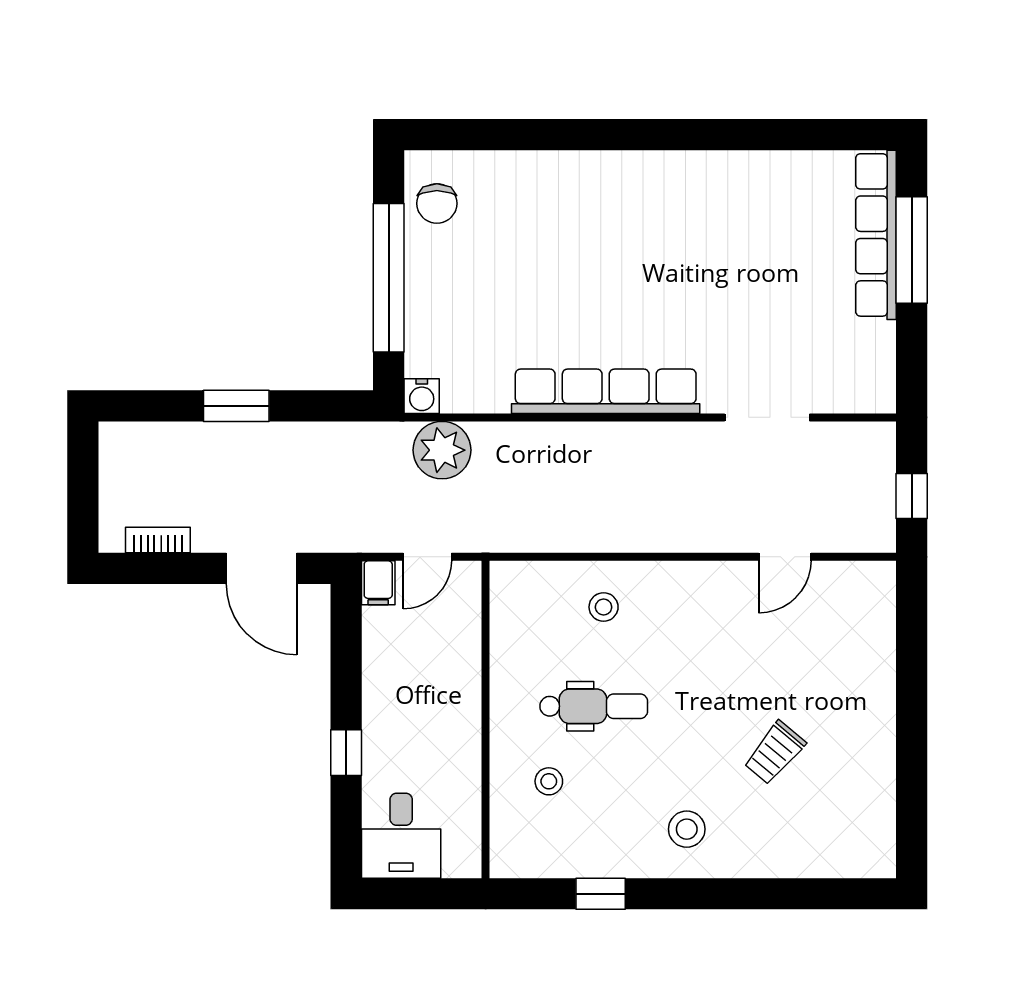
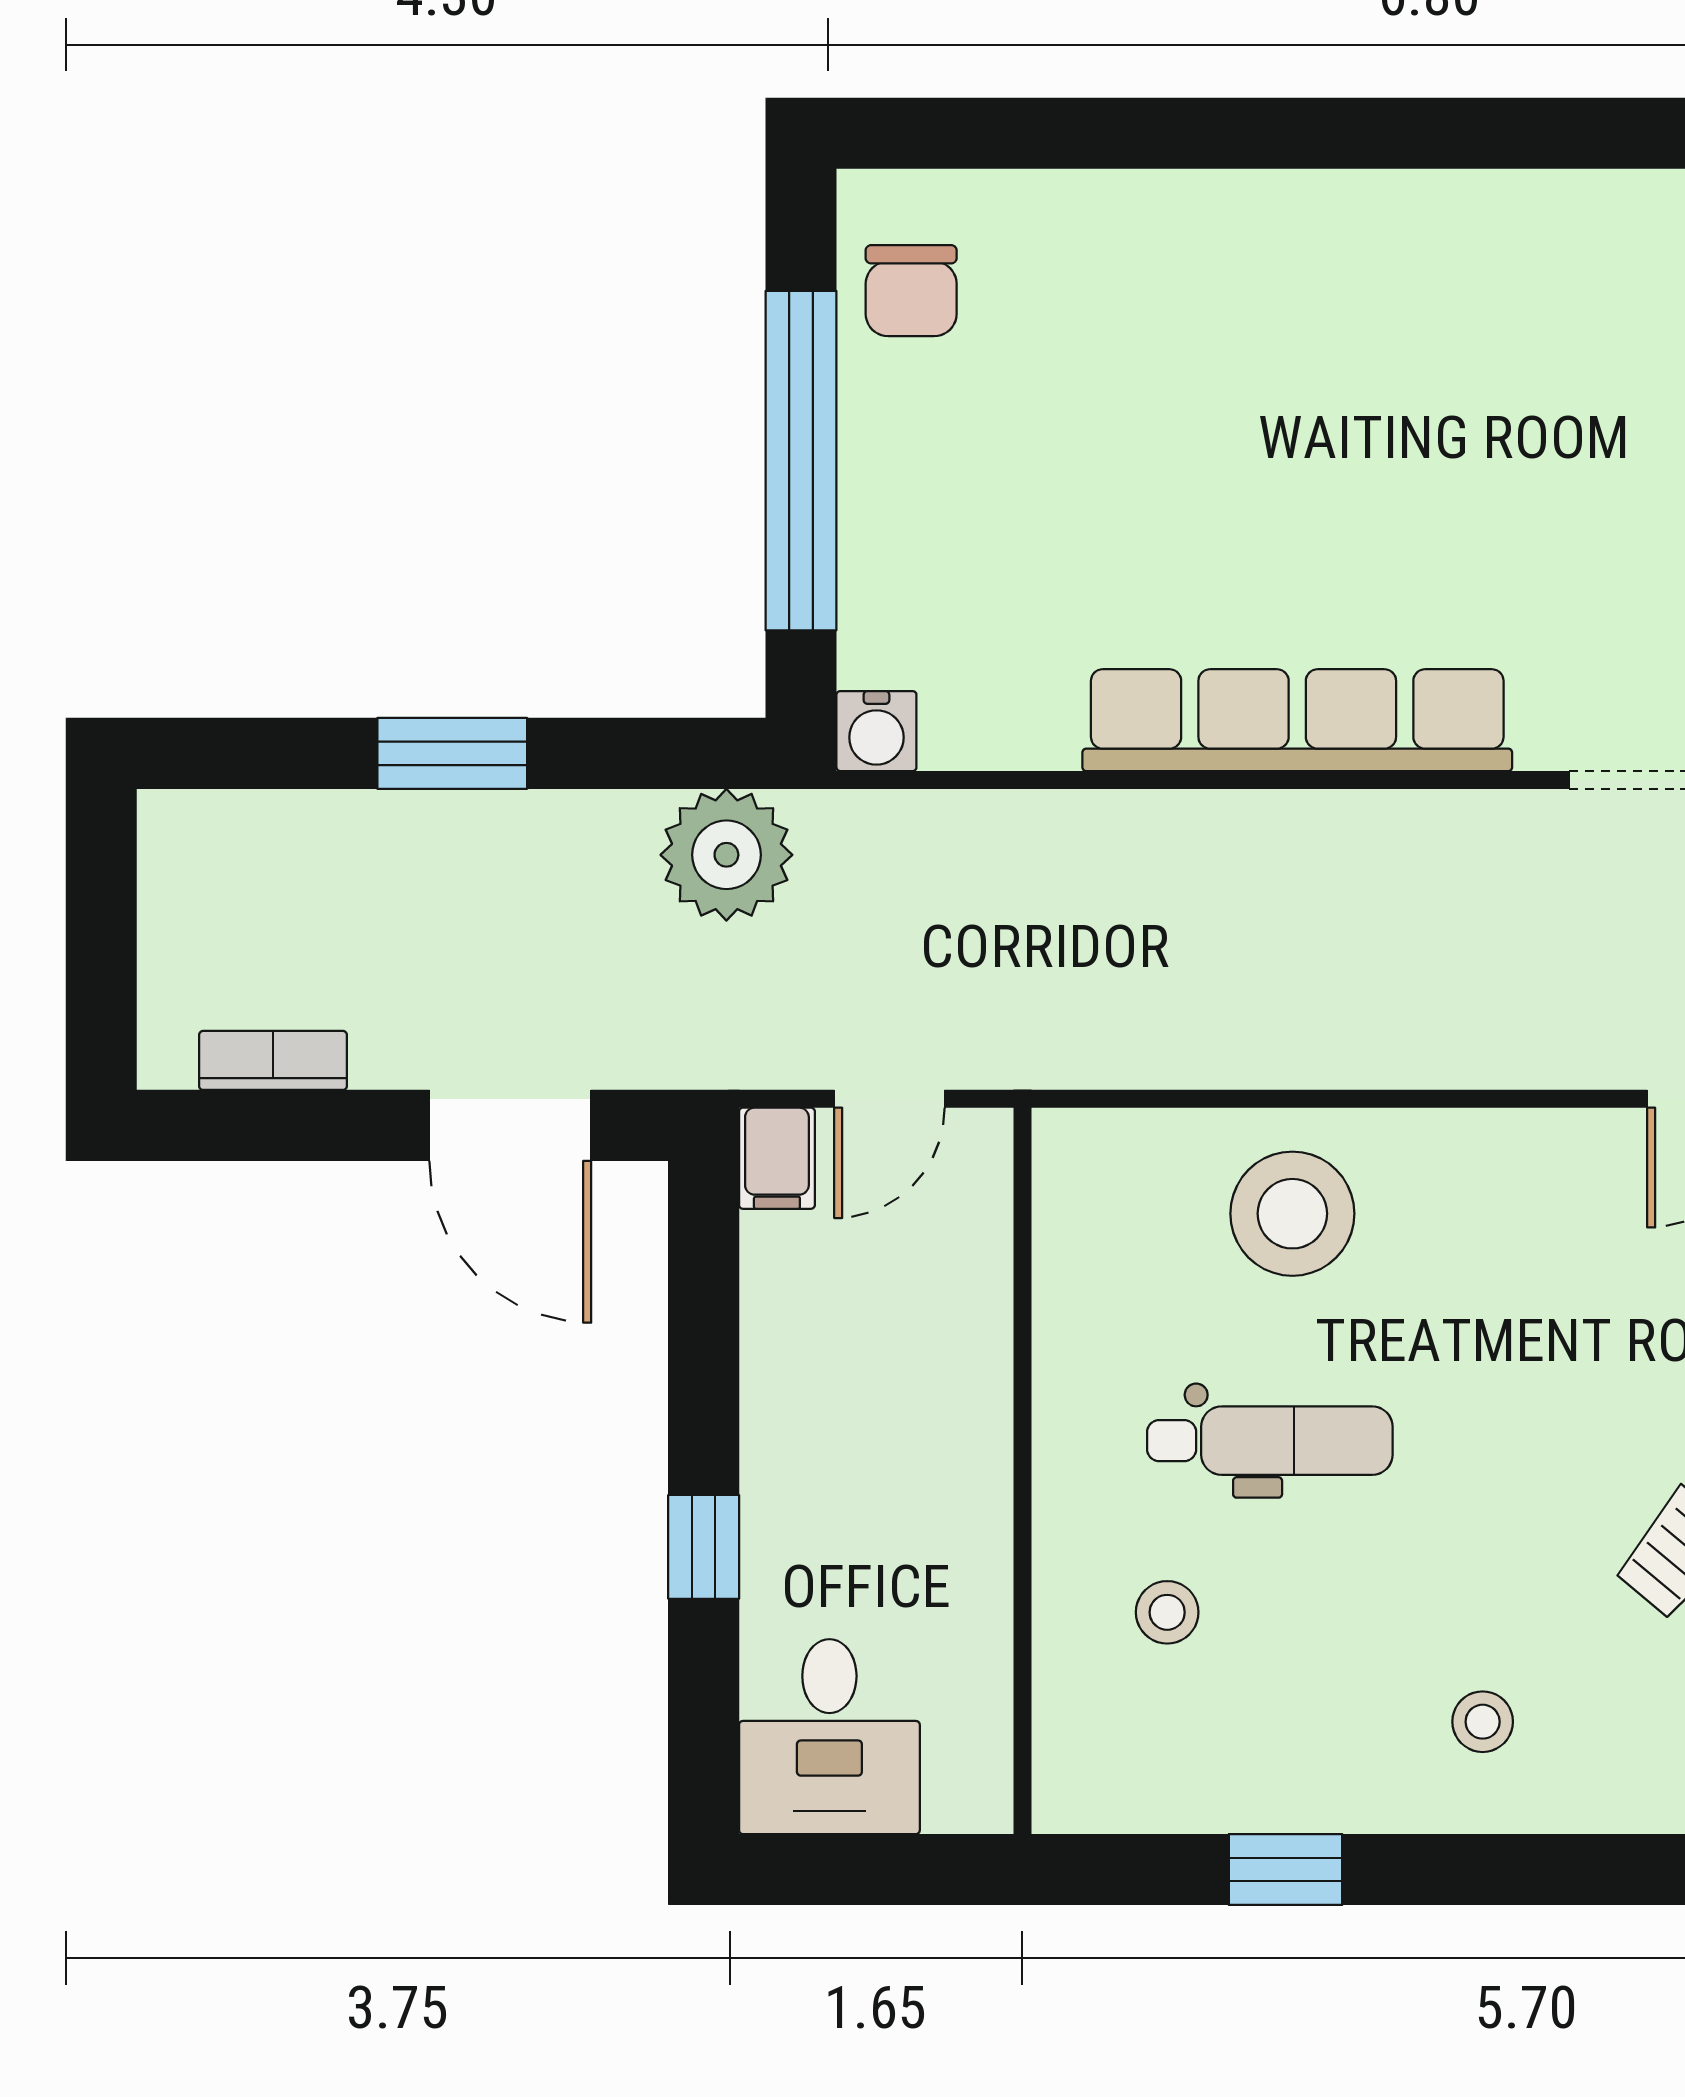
plant: (442, 450) -> (726, 855), moved
stool: (604, 607) -> (1292, 1214), width x1.89, depth x1.89
stool: (687, 829) -> (1483, 1722), width x0.73, depth x0.73

